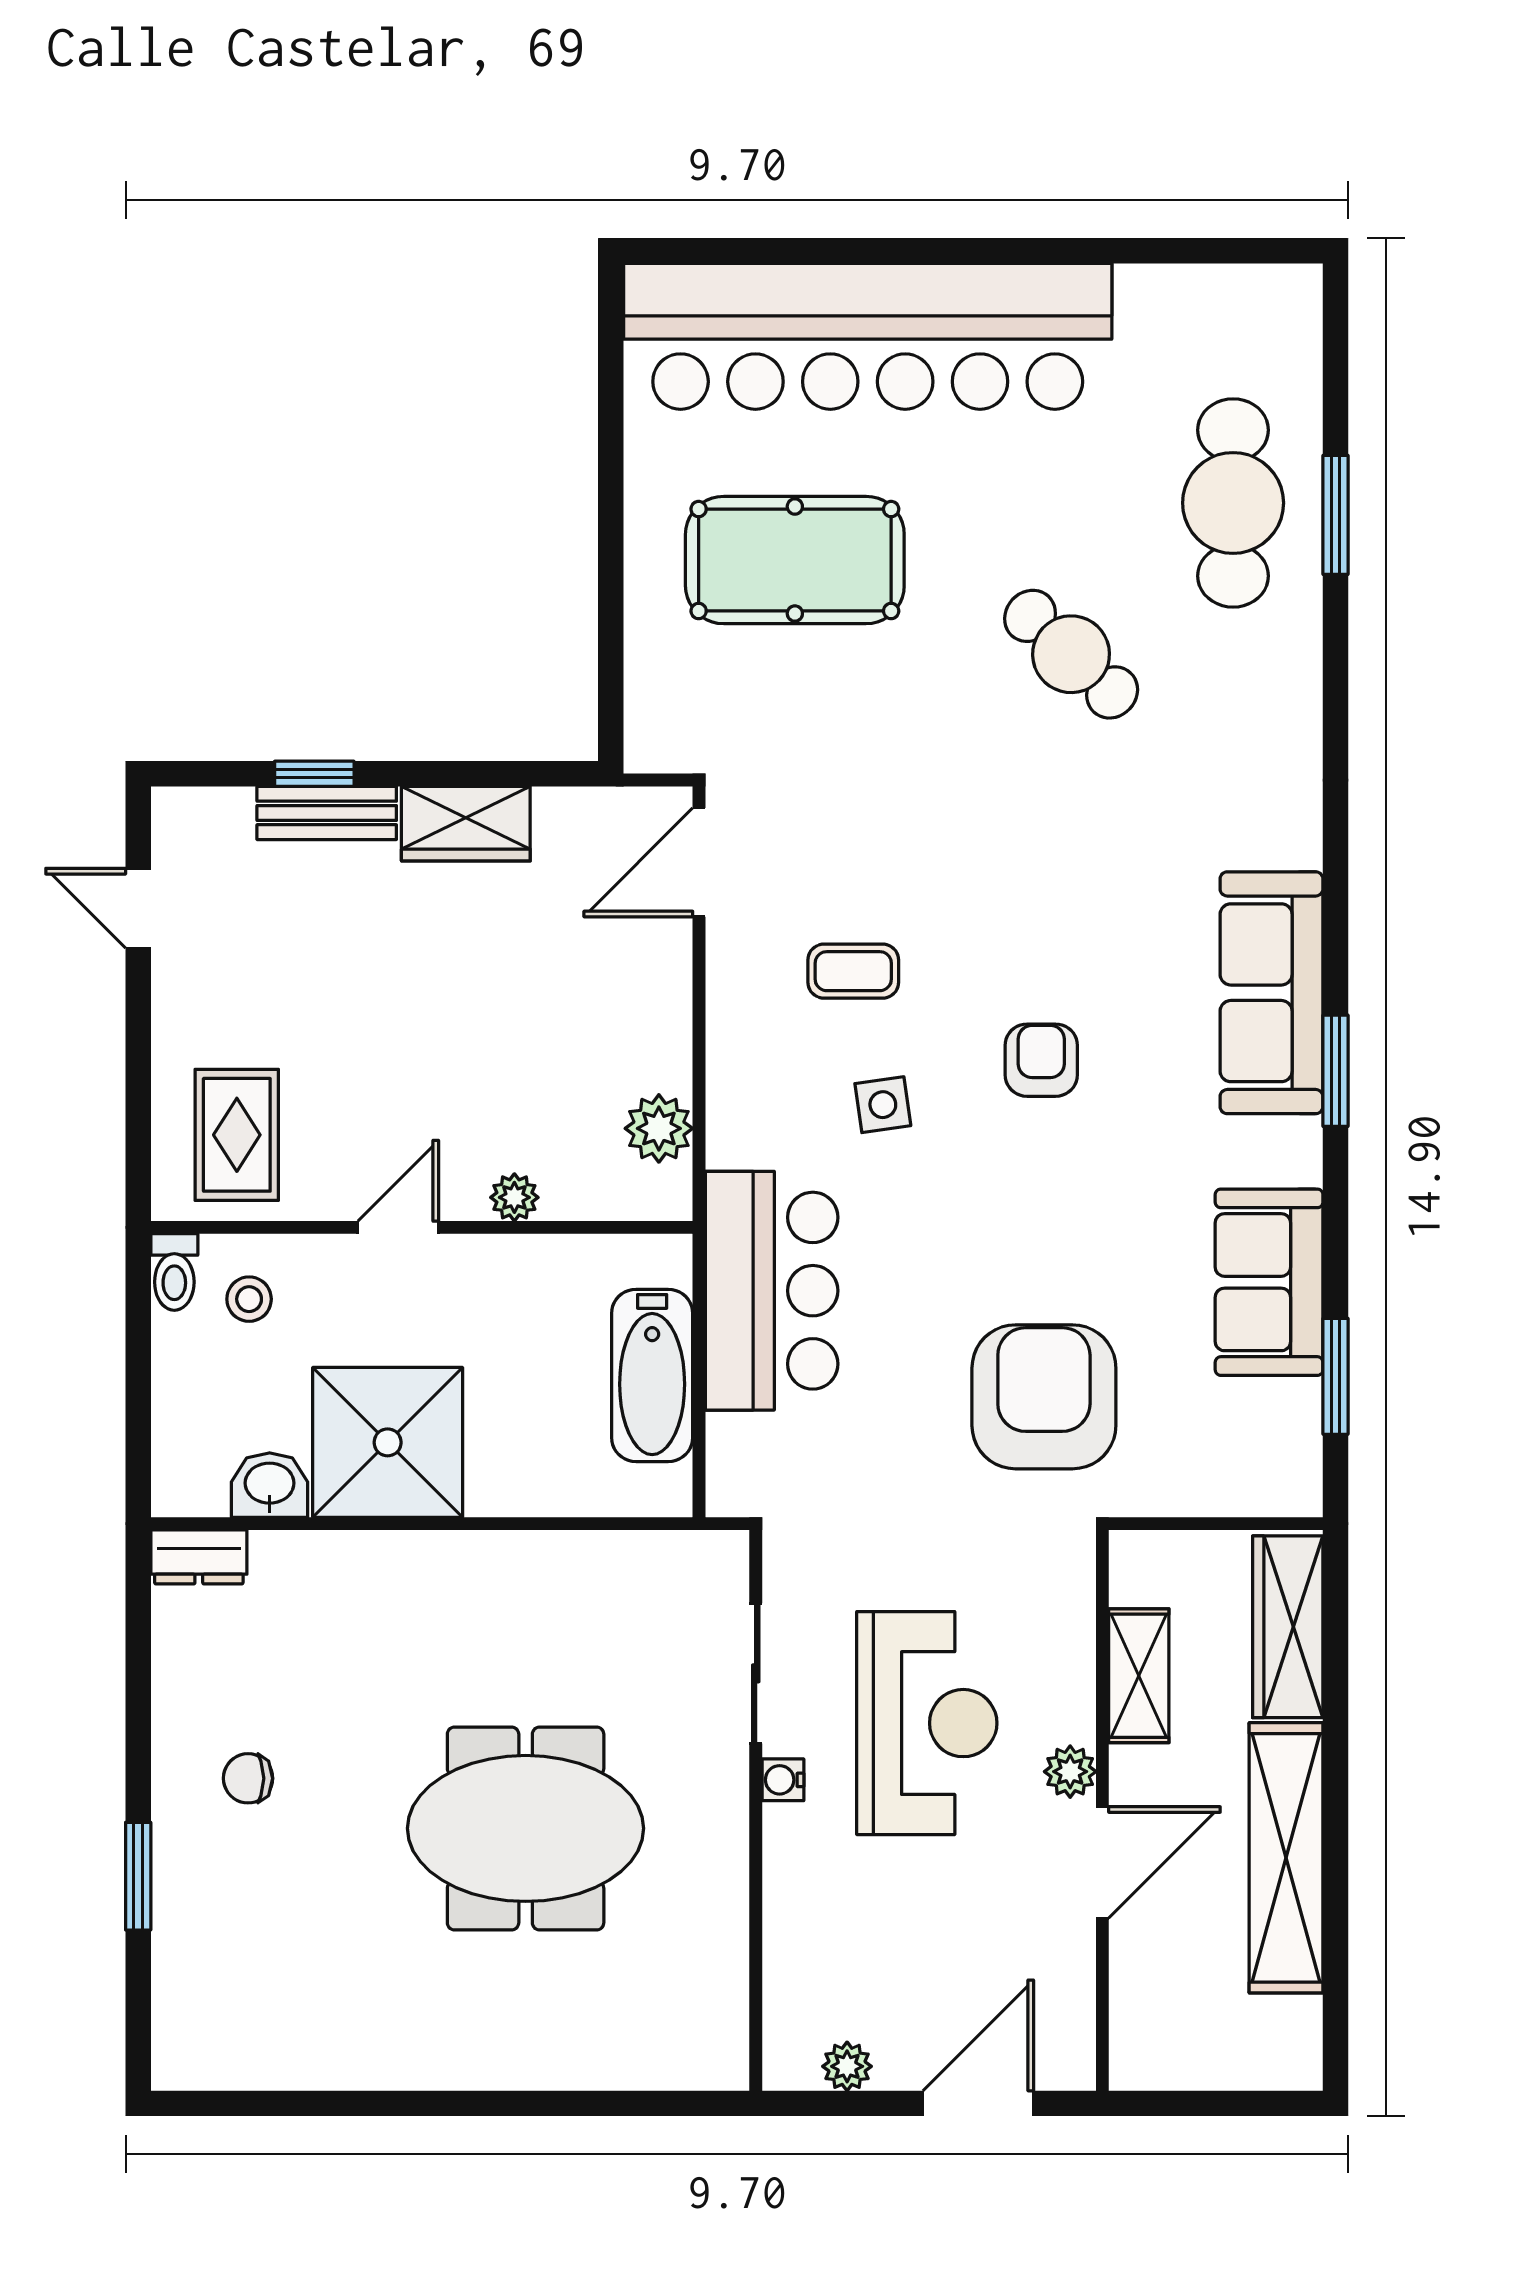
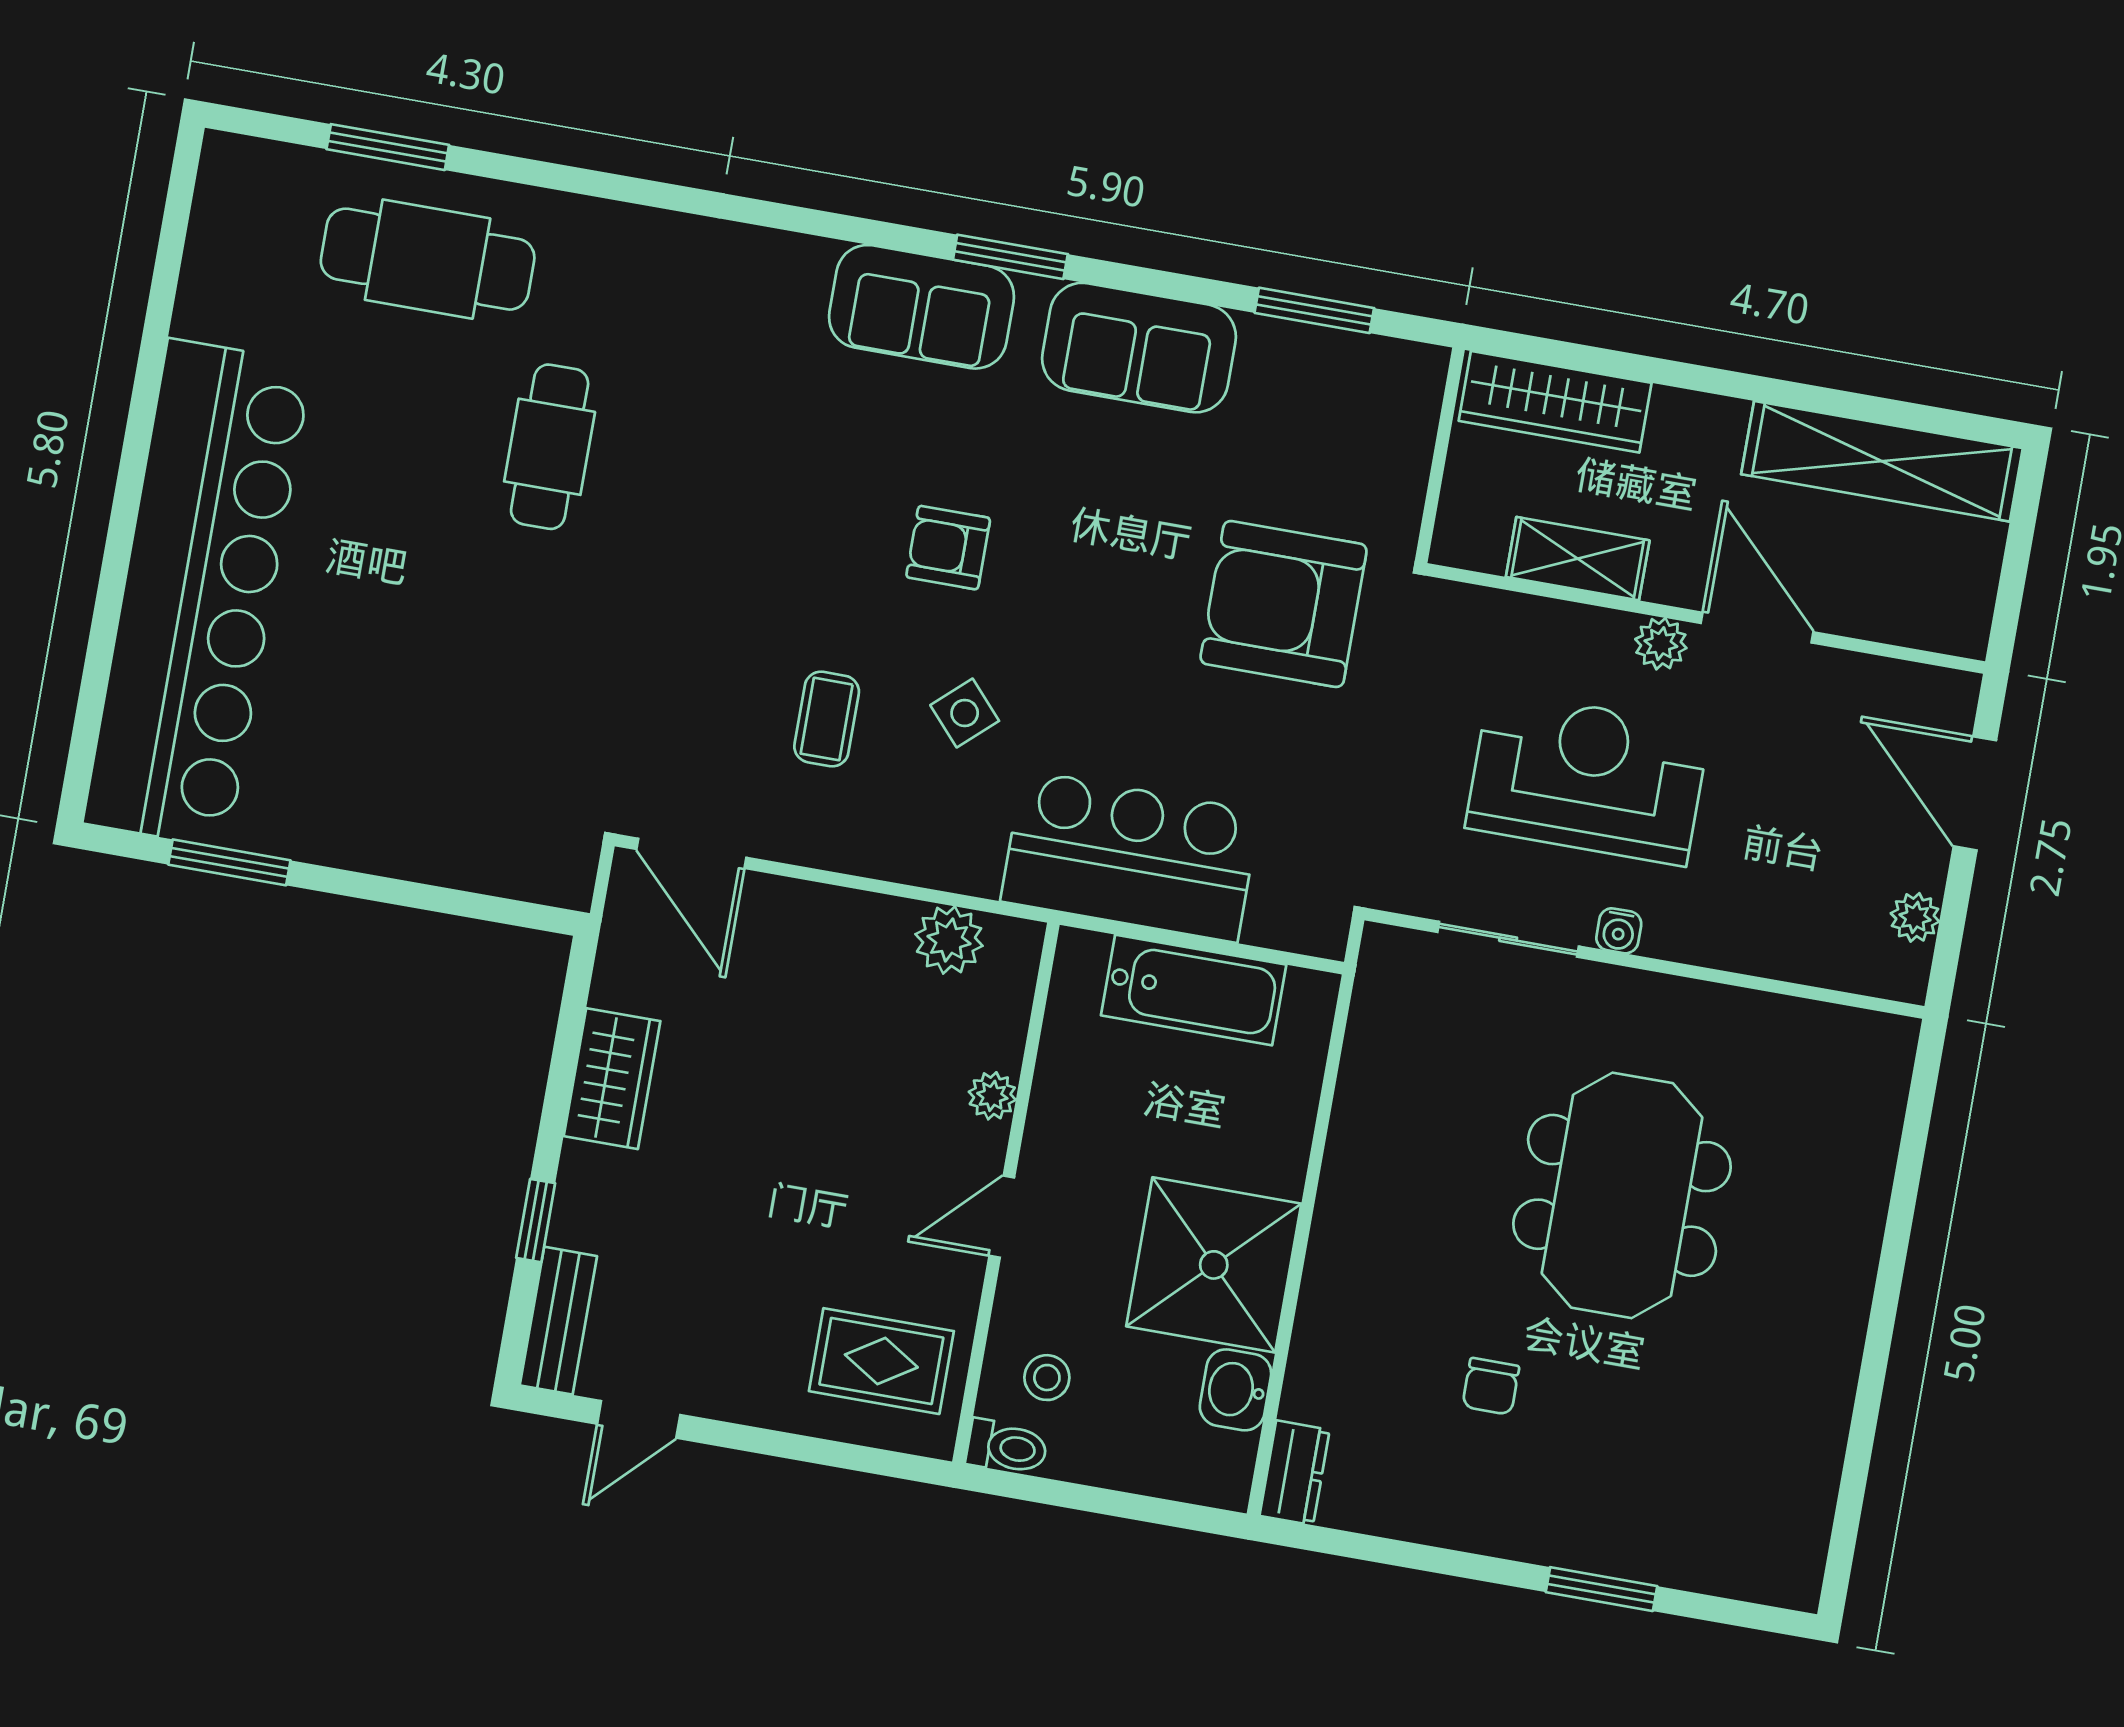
window: (611, 413) -> (229, 862), added
window: (1335, 515) -> (388, 147), moved
pool table: (795, 560) -> (407, 705), removed
cafe table: (1071, 654) -> (550, 447), turned -43
bench: (327, 813) -> (558, 1321), moved
sofa: (1271, 993) -> (922, 307), width x0.73
side table: (883, 1105) -> (965, 713), turned -34
door: (398, 1227) -> (1002, 1217), hinge flipped
sofa: (1269, 1282) -> (1139, 348), moved
chair: (248, 1778) -> (1491, 1386), moved
shelving: (1286, 1858) -> (1882, 461), moved

